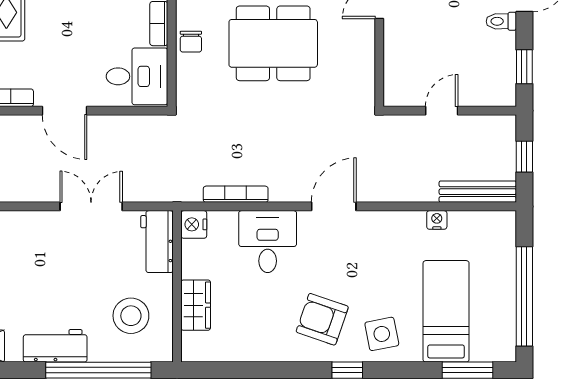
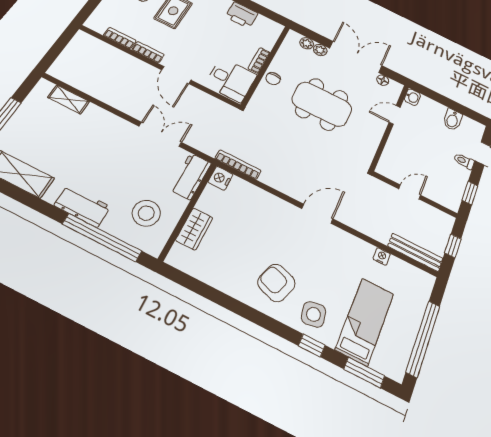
bookcase: (236, 194) -> (238, 165), moved
desk: (268, 242) -> (264, 213), removed
window: (347, 370) -> (312, 345), moved

